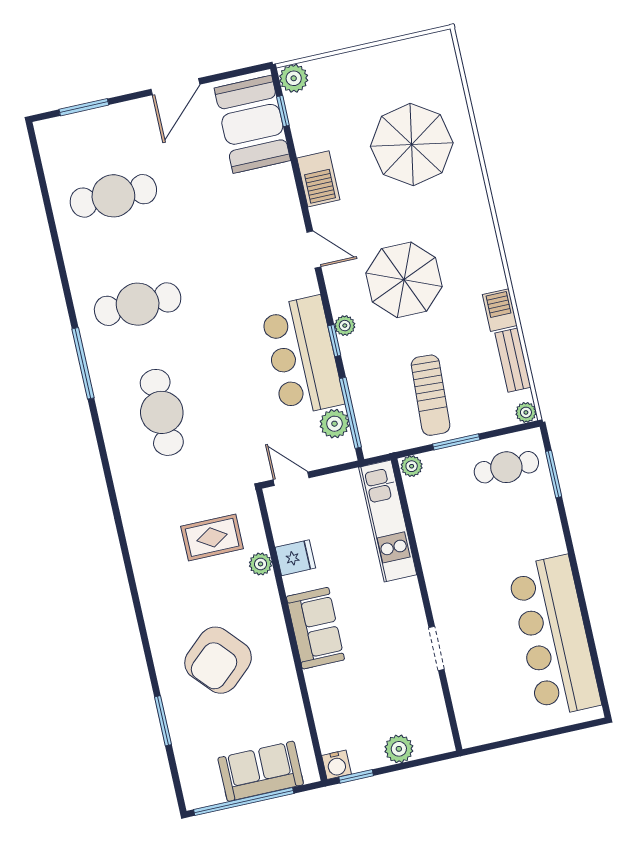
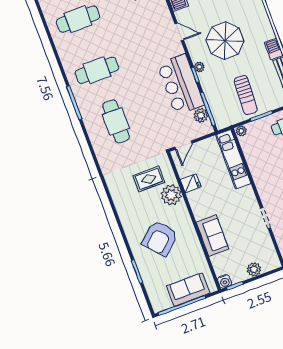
door: (291, 479) -> (183, 145), swing flipped
plant: (261, 564) -> (171, 195), width x1.88, depth x1.88
sofa: (315, 628) -> (212, 236), moved

